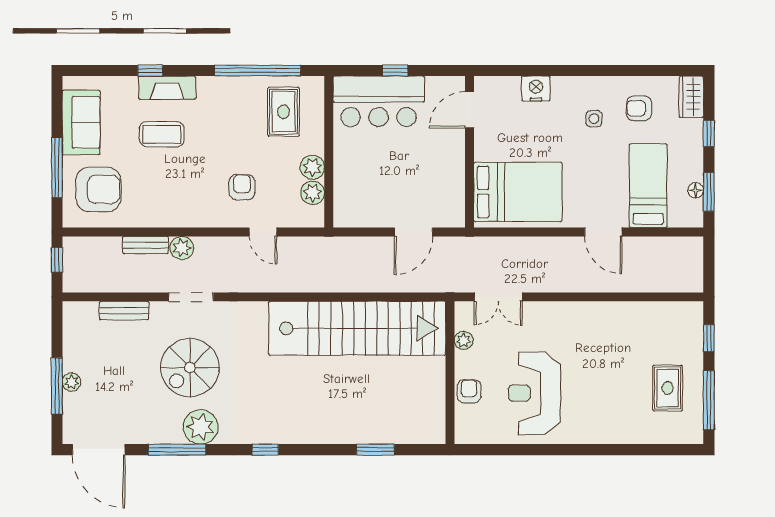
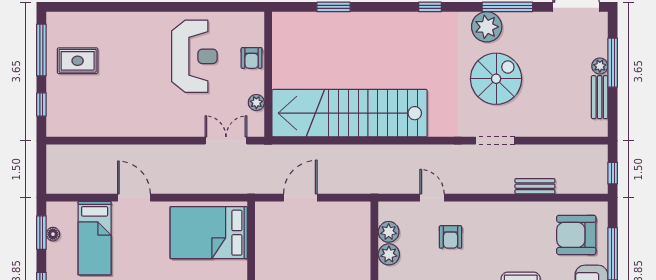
plant: (182, 248) -> (503, 184), removed
bench: (124, 311) -> (600, 97), moved, turned 90
rug: (668, 388) -> (78, 61), turned 90

